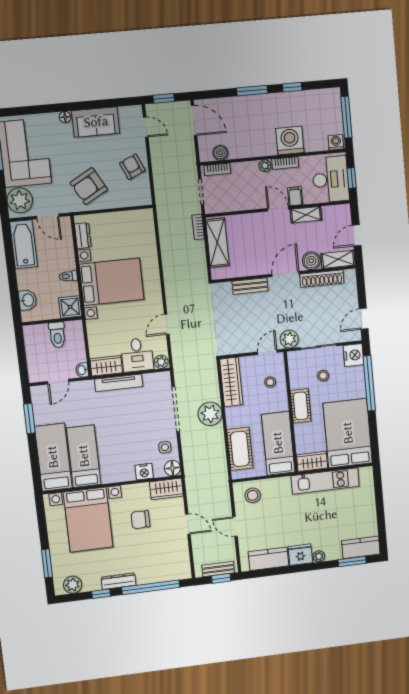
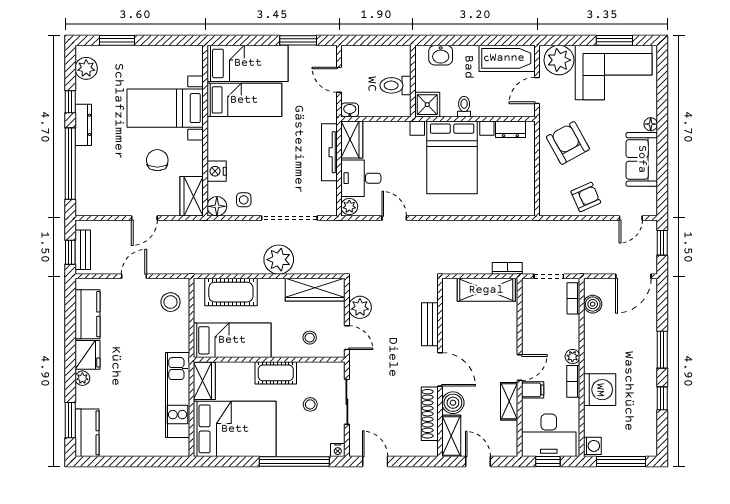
plant: (289, 339) -> (360, 307), moved
nightstand: (353, 355) -> (338, 450), width x0.53, depth x0.56
bed with nightstands: (88, 520) -> (165, 108), width x0.73

